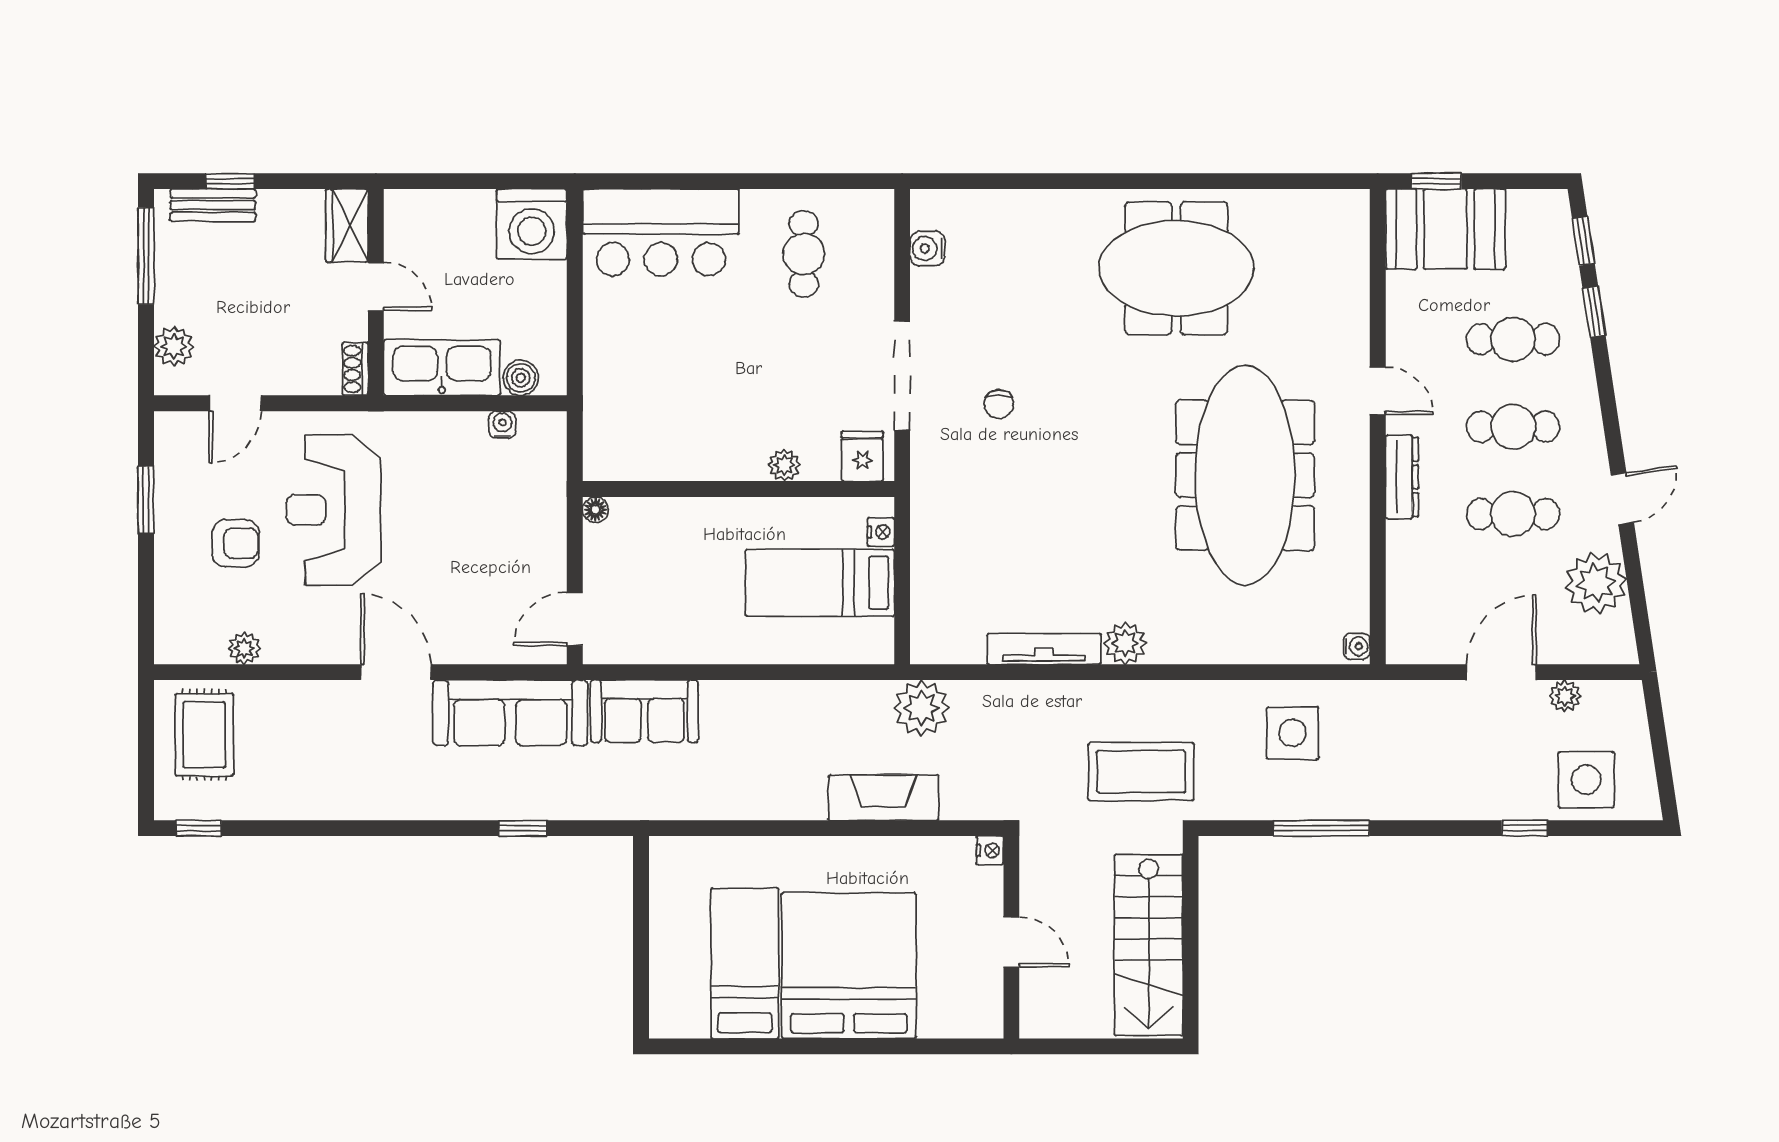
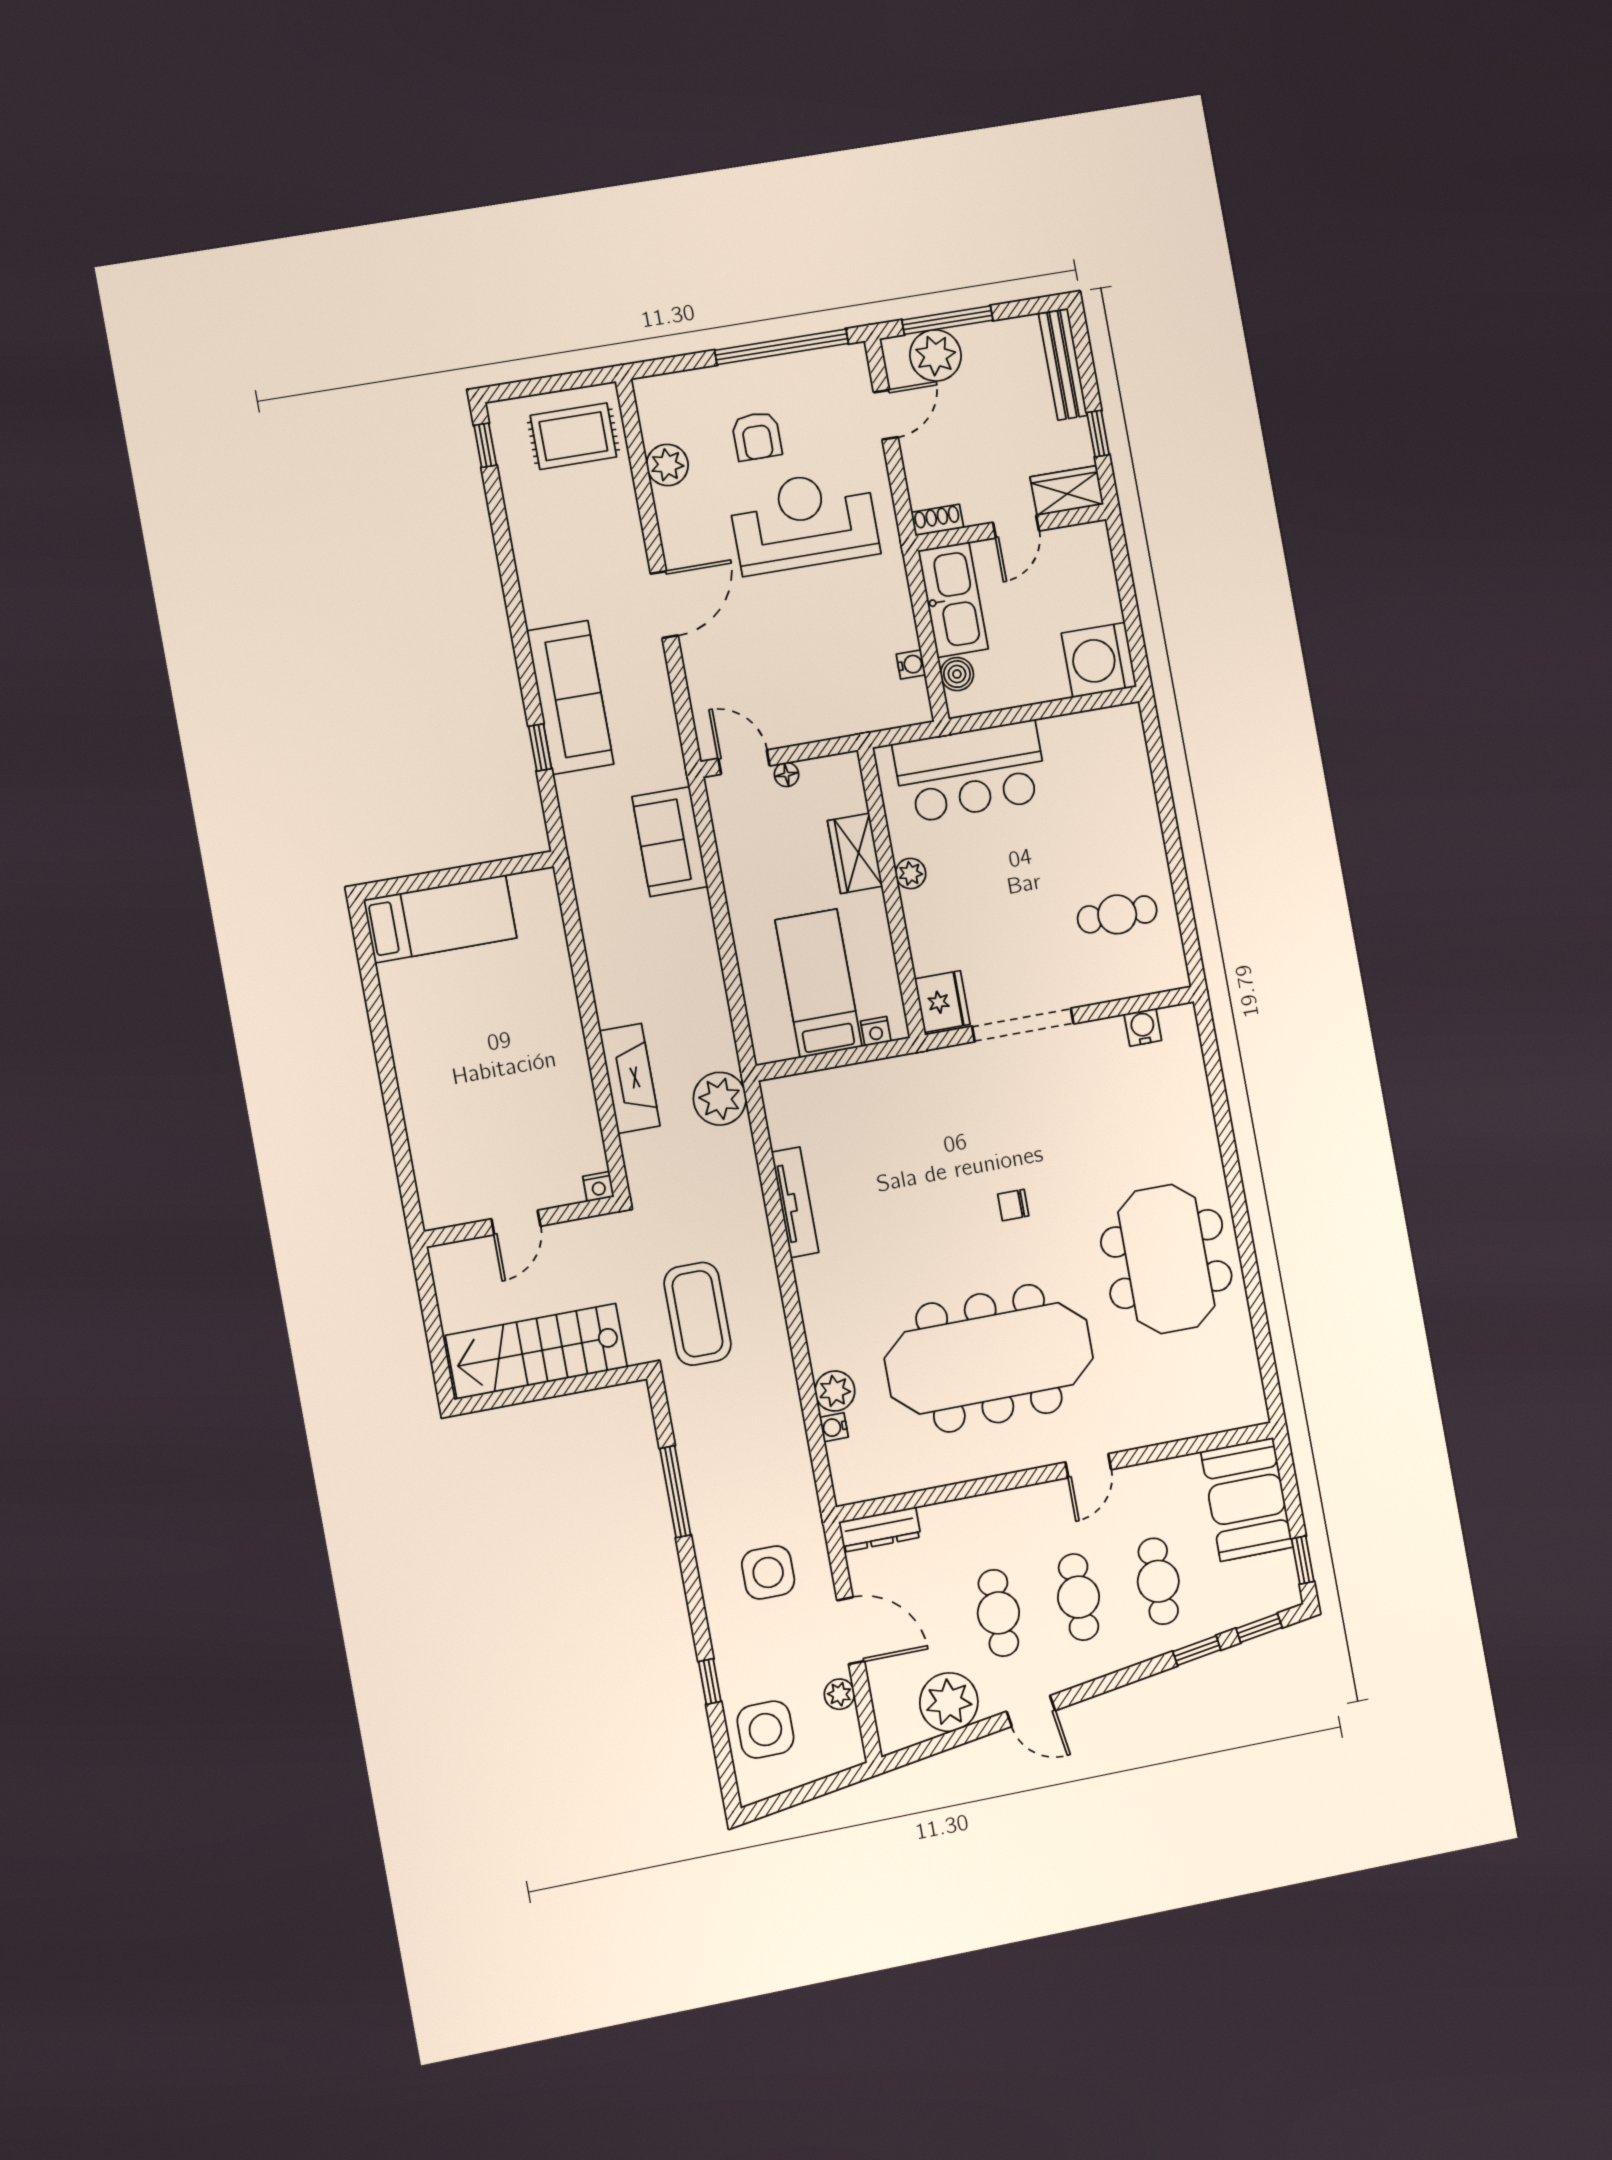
window: (230, 181) -> (1098, 434), moved
window: (1436, 181) -> (1303, 1560), moved
bench: (213, 205) -> (1063, 365), width x1.36
bar counter: (661, 232) -> (970, 772), moved, turned -90
window: (146, 256) -> (947, 320), moved
plant: (174, 346) -> (935, 355), width x1.36, depth x1.36
door: (235, 403) -> (886, 415), swing flipped
chair: (999, 404) -> (1013, 1205), moved
fridge: (862, 456) -> (942, 1002), width x1.38
plant: (784, 465) -> (911, 874), moved
dresser: (1402, 477) -> (880, 1530), moved
window: (146, 500) -> (782, 347), width x2.11
floor lamp: (595, 510) -> (786, 774), moved
wardrobe: (691, 520) -> (855, 853), added
plant: (1125, 643) -> (835, 1391), moved
water cooler: (1357, 646) -> (834, 1427), moved, turned 90
plant: (244, 648) -> (667, 465), width x1.38, depth x1.38
sofa: (510, 713) -> (570, 698), moved, turned 180
side table: (1292, 733) -> (768, 1572), moved
bed: (745, 963) -> (440, 919), moved
bed: (849, 966) -> (466, 1075), removed

